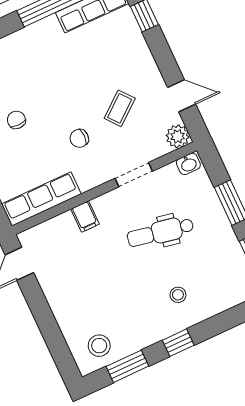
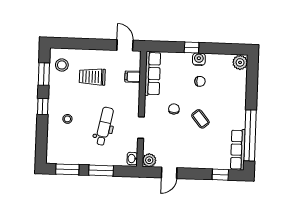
coffee table: (120, 108) -> (200, 119), moved
filing cabinet: (85, 217) -> (133, 77), moved
trolley: (94, 289) -> (92, 77), added

